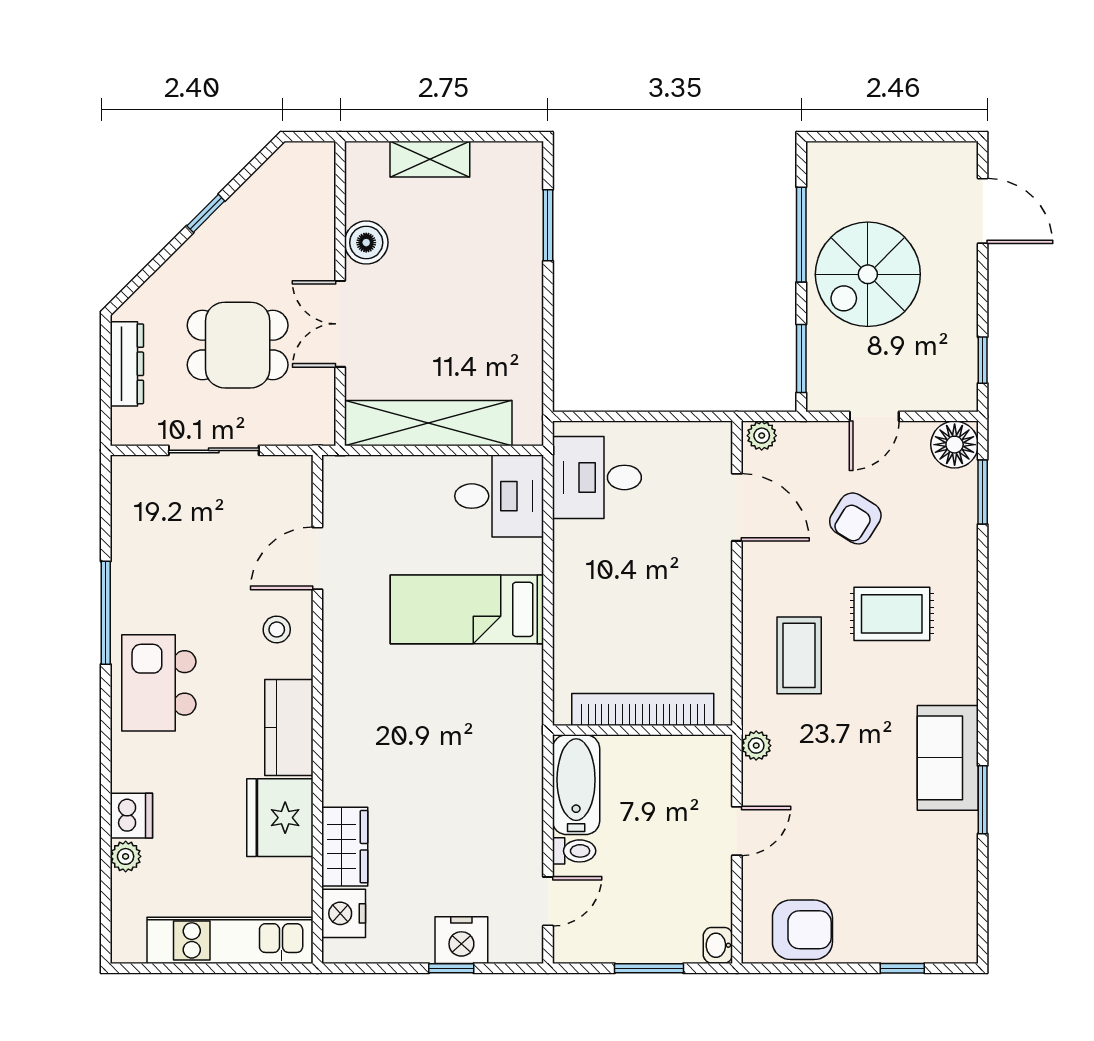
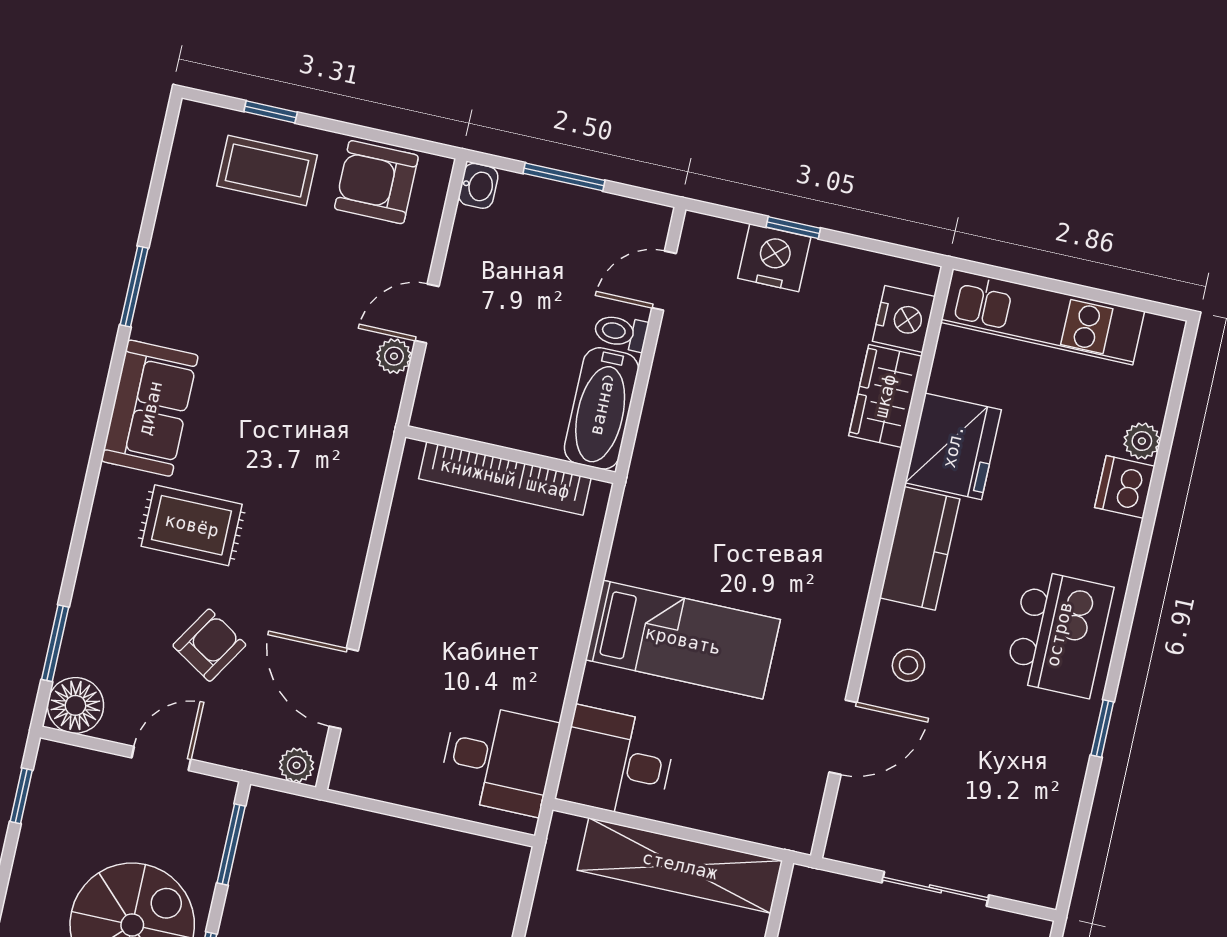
window: (106, 613) -> (1102, 728), width x0.46
coffee table: (799, 655) -> (267, 171), moved, turned 90
plant: (756, 746) -> (394, 356), moved
sofa: (948, 758) -> (150, 408), moved

